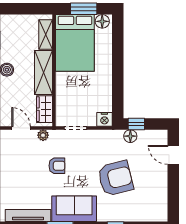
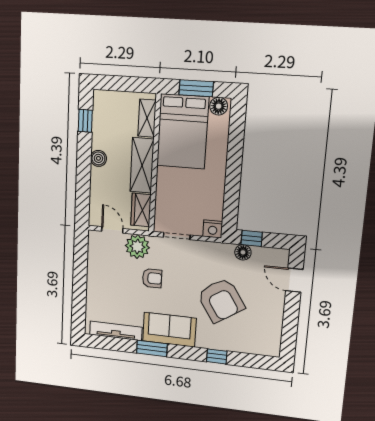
plant: (43, 135) -> (137, 247), width x1.87, depth x1.87
armchair: (115, 178) -> (221, 300), turned 71

